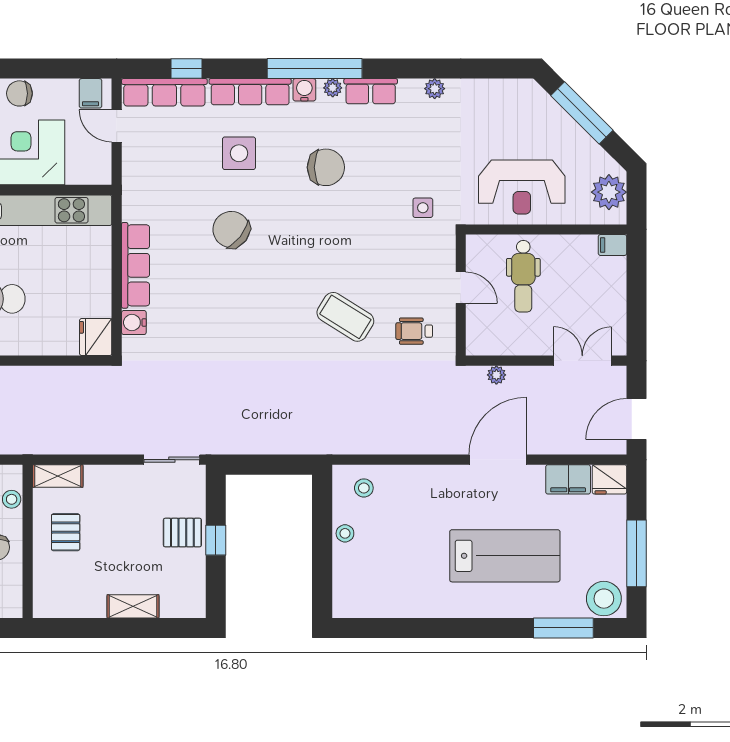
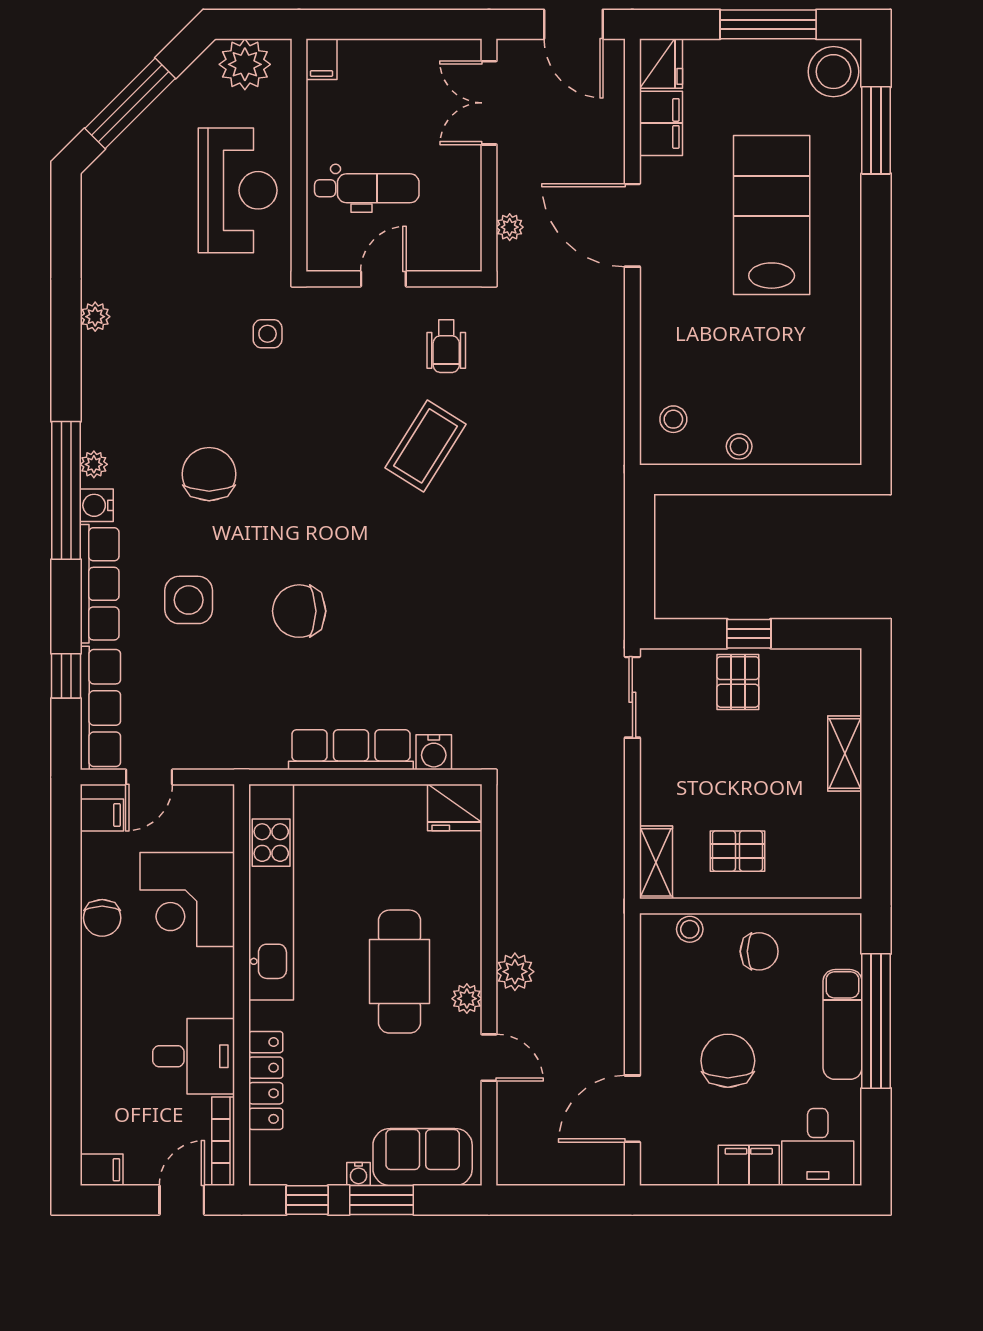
row of seats: (371, 91) -> (99, 409), removed
chair: (231, 230) -> (299, 611), turned 52

